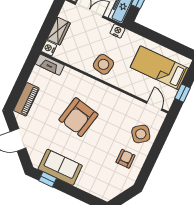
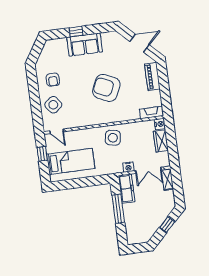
nightstand: (117, 31) -> (128, 167), moved
armchair: (78, 117) -> (106, 88), turned -77
sofa: (60, 167) -> (85, 45), moved
window: (48, 179) -> (76, 32), moved

